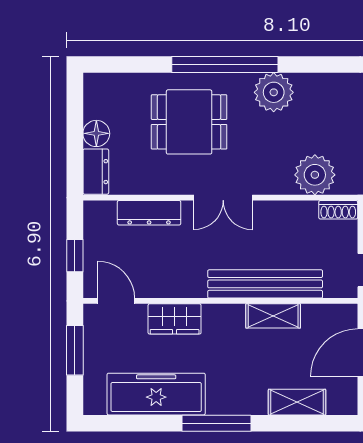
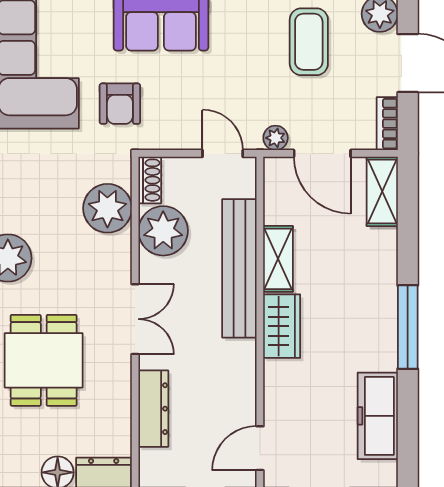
plant: (296, 221) -> (163, 231), added
wardrobe: (175, 319) -> (282, 326), moved
freezer: (156, 394) -> (378, 416), width x0.73, depth x0.79
shelving: (297, 402) -> (382, 191), moved

